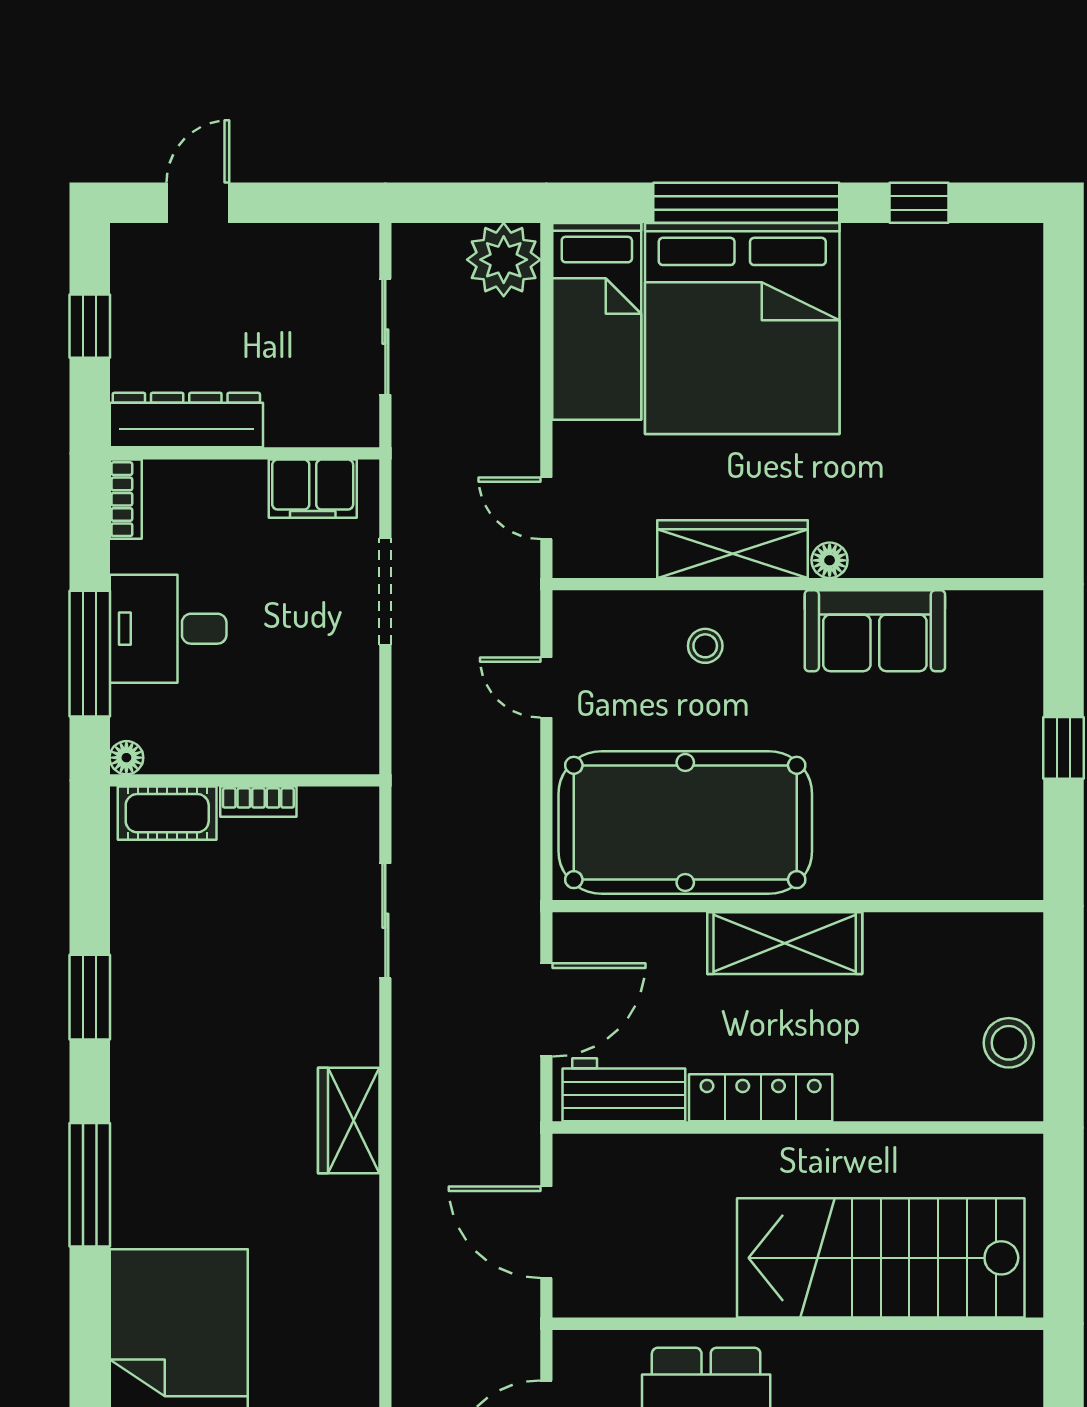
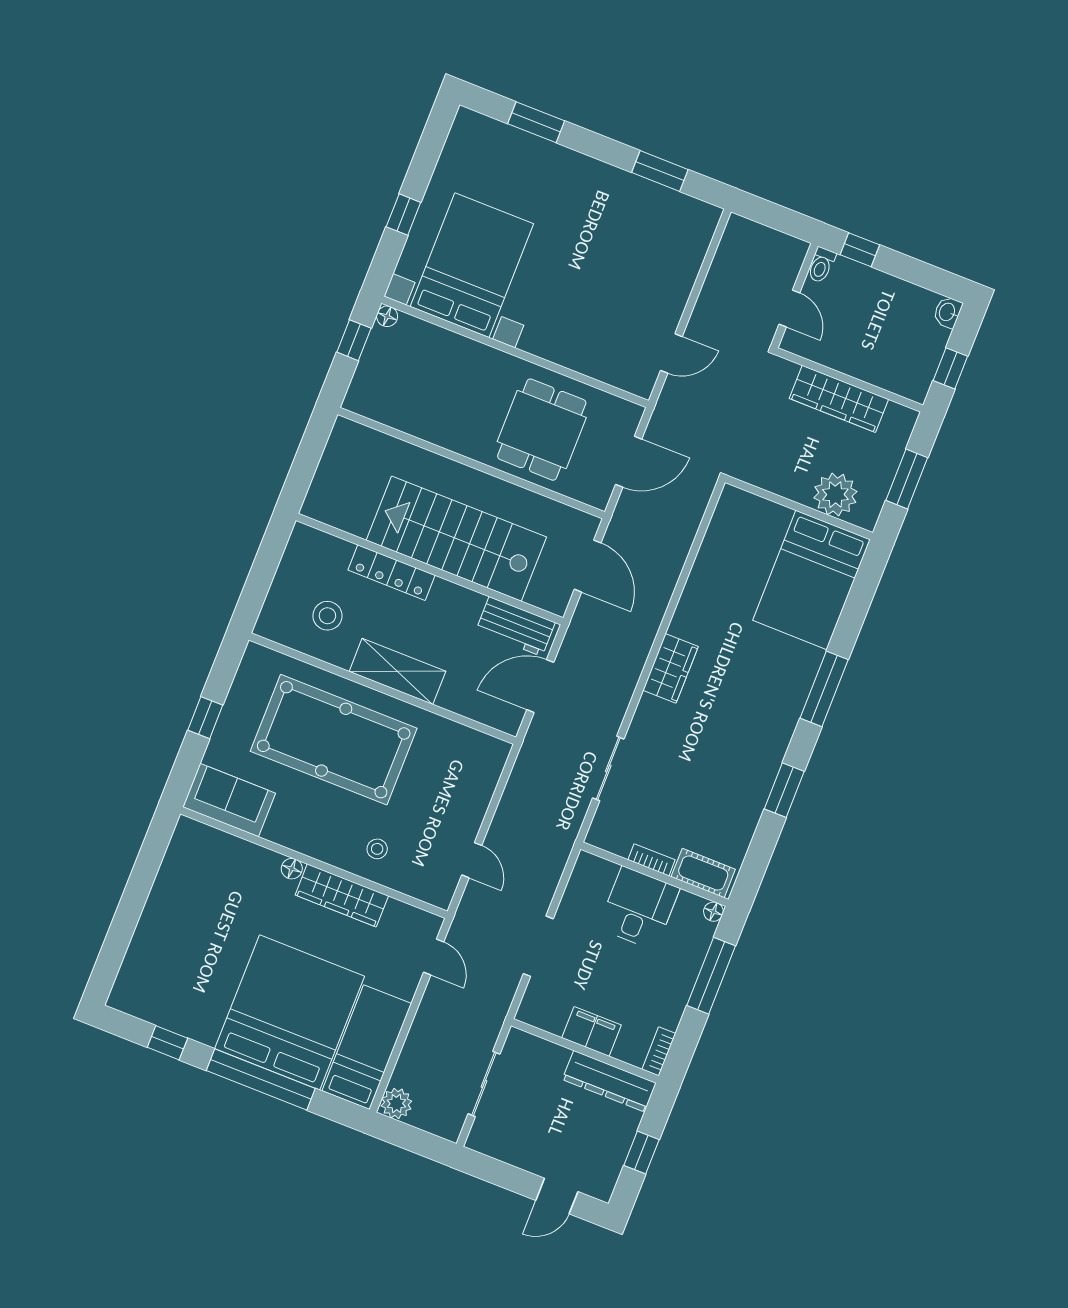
plant: (504, 260) -> (396, 1104), width x0.73, depth x0.73
filing cabinet: (313, 489) -> (592, 1031), moved
desk: (168, 629) -> (639, 908), moved, turned -90
sofa: (875, 631) -> (229, 800), moved
pool table: (685, 822) -> (334, 740), moved
stool: (1009, 1043) -> (327, 616), moved
locker: (761, 1098) -> (391, 573), moved
stairs: (881, 1258) -> (456, 539), moved, turned 180

